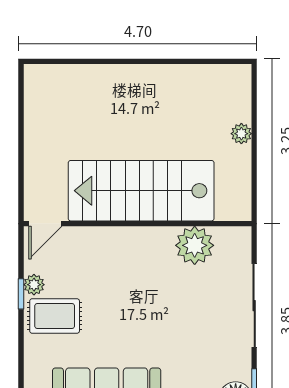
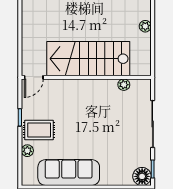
plant: (195, 245) -> (124, 85), width x0.53, depth x0.53
plant: (34, 285) -> (27, 151), moved

